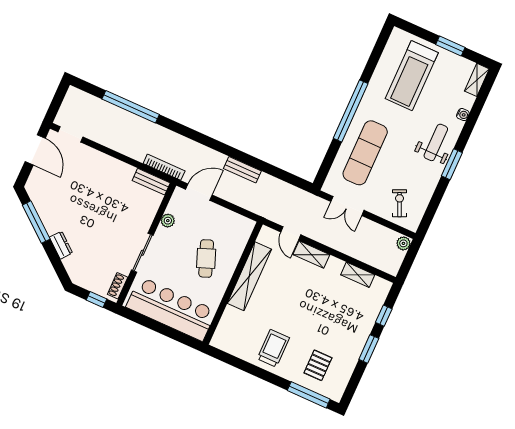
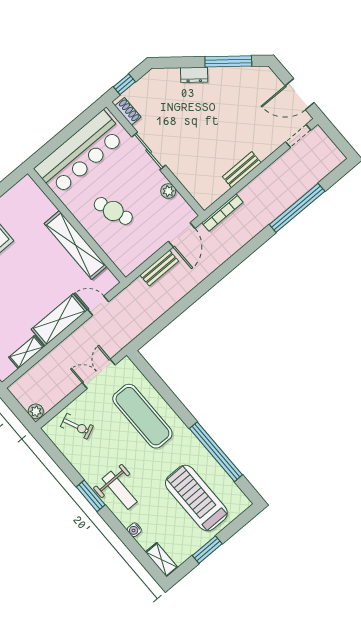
window: (351, 111) -> (216, 452), moved
bench: (242, 170) -> (159, 268), moved
bench: (151, 182) -> (242, 170), moved
shelving: (311, 255) -> (59, 320), width x1.50, depth x1.33

